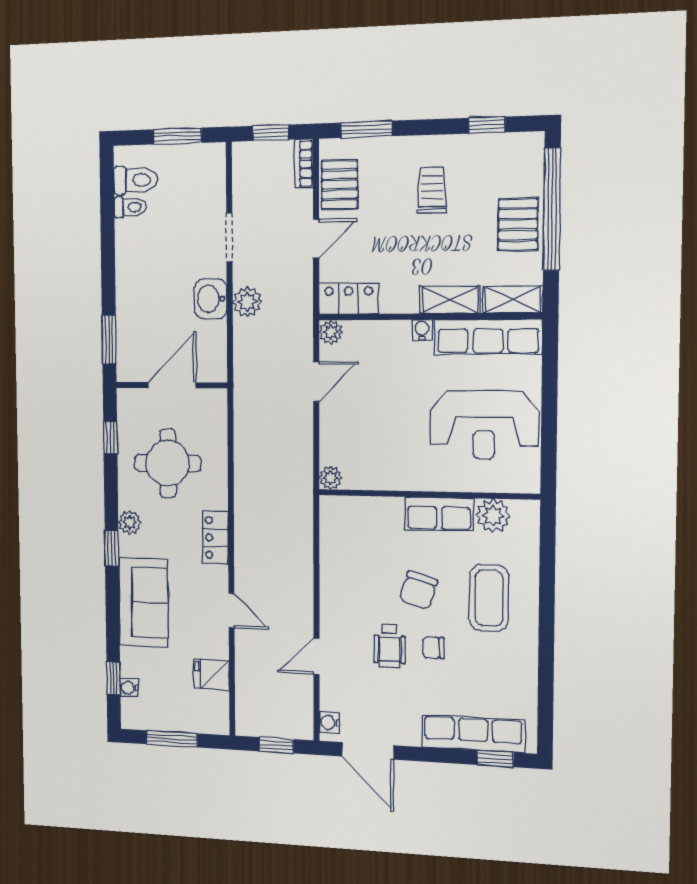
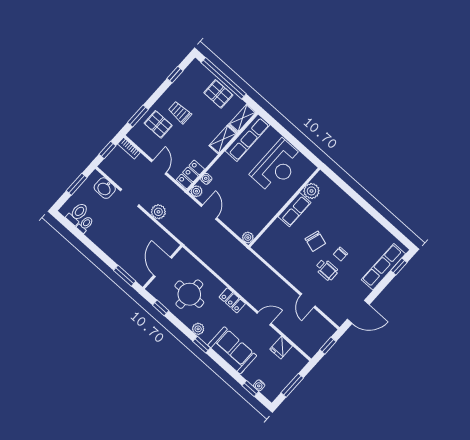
pallet: (340, 185) -> (158, 124), moved
washbasin: (211, 299) -> (105, 188), moved
water cooler: (422, 330) -> (206, 179), moved
coffee table: (489, 598) -> (339, 218), removed
water cooler: (330, 723) -> (336, 317), removed

